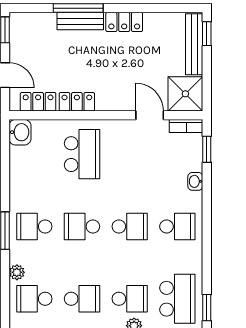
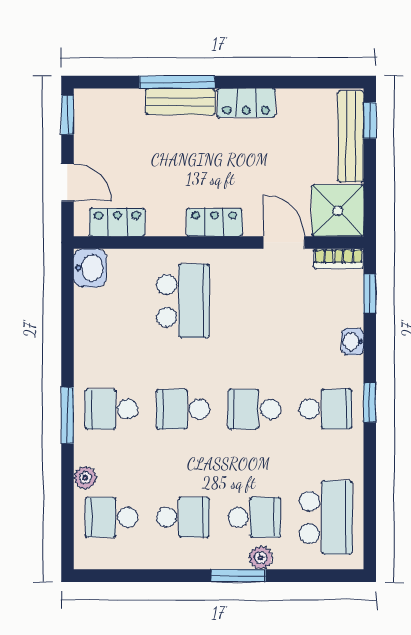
locker: (77, 102) -> (214, 222), moved
school desk: (130, 226) -> (254, 409), turned 180
window: (207, 308) -> (370, 403), moved

